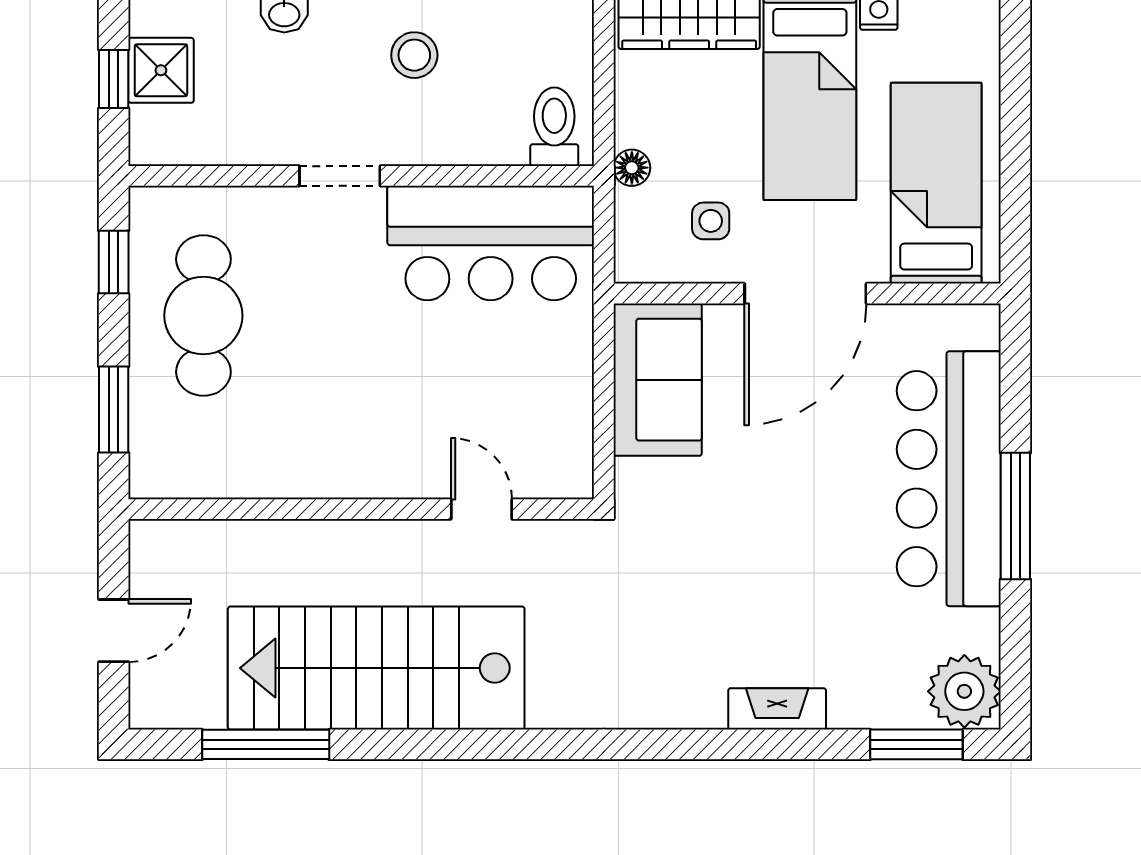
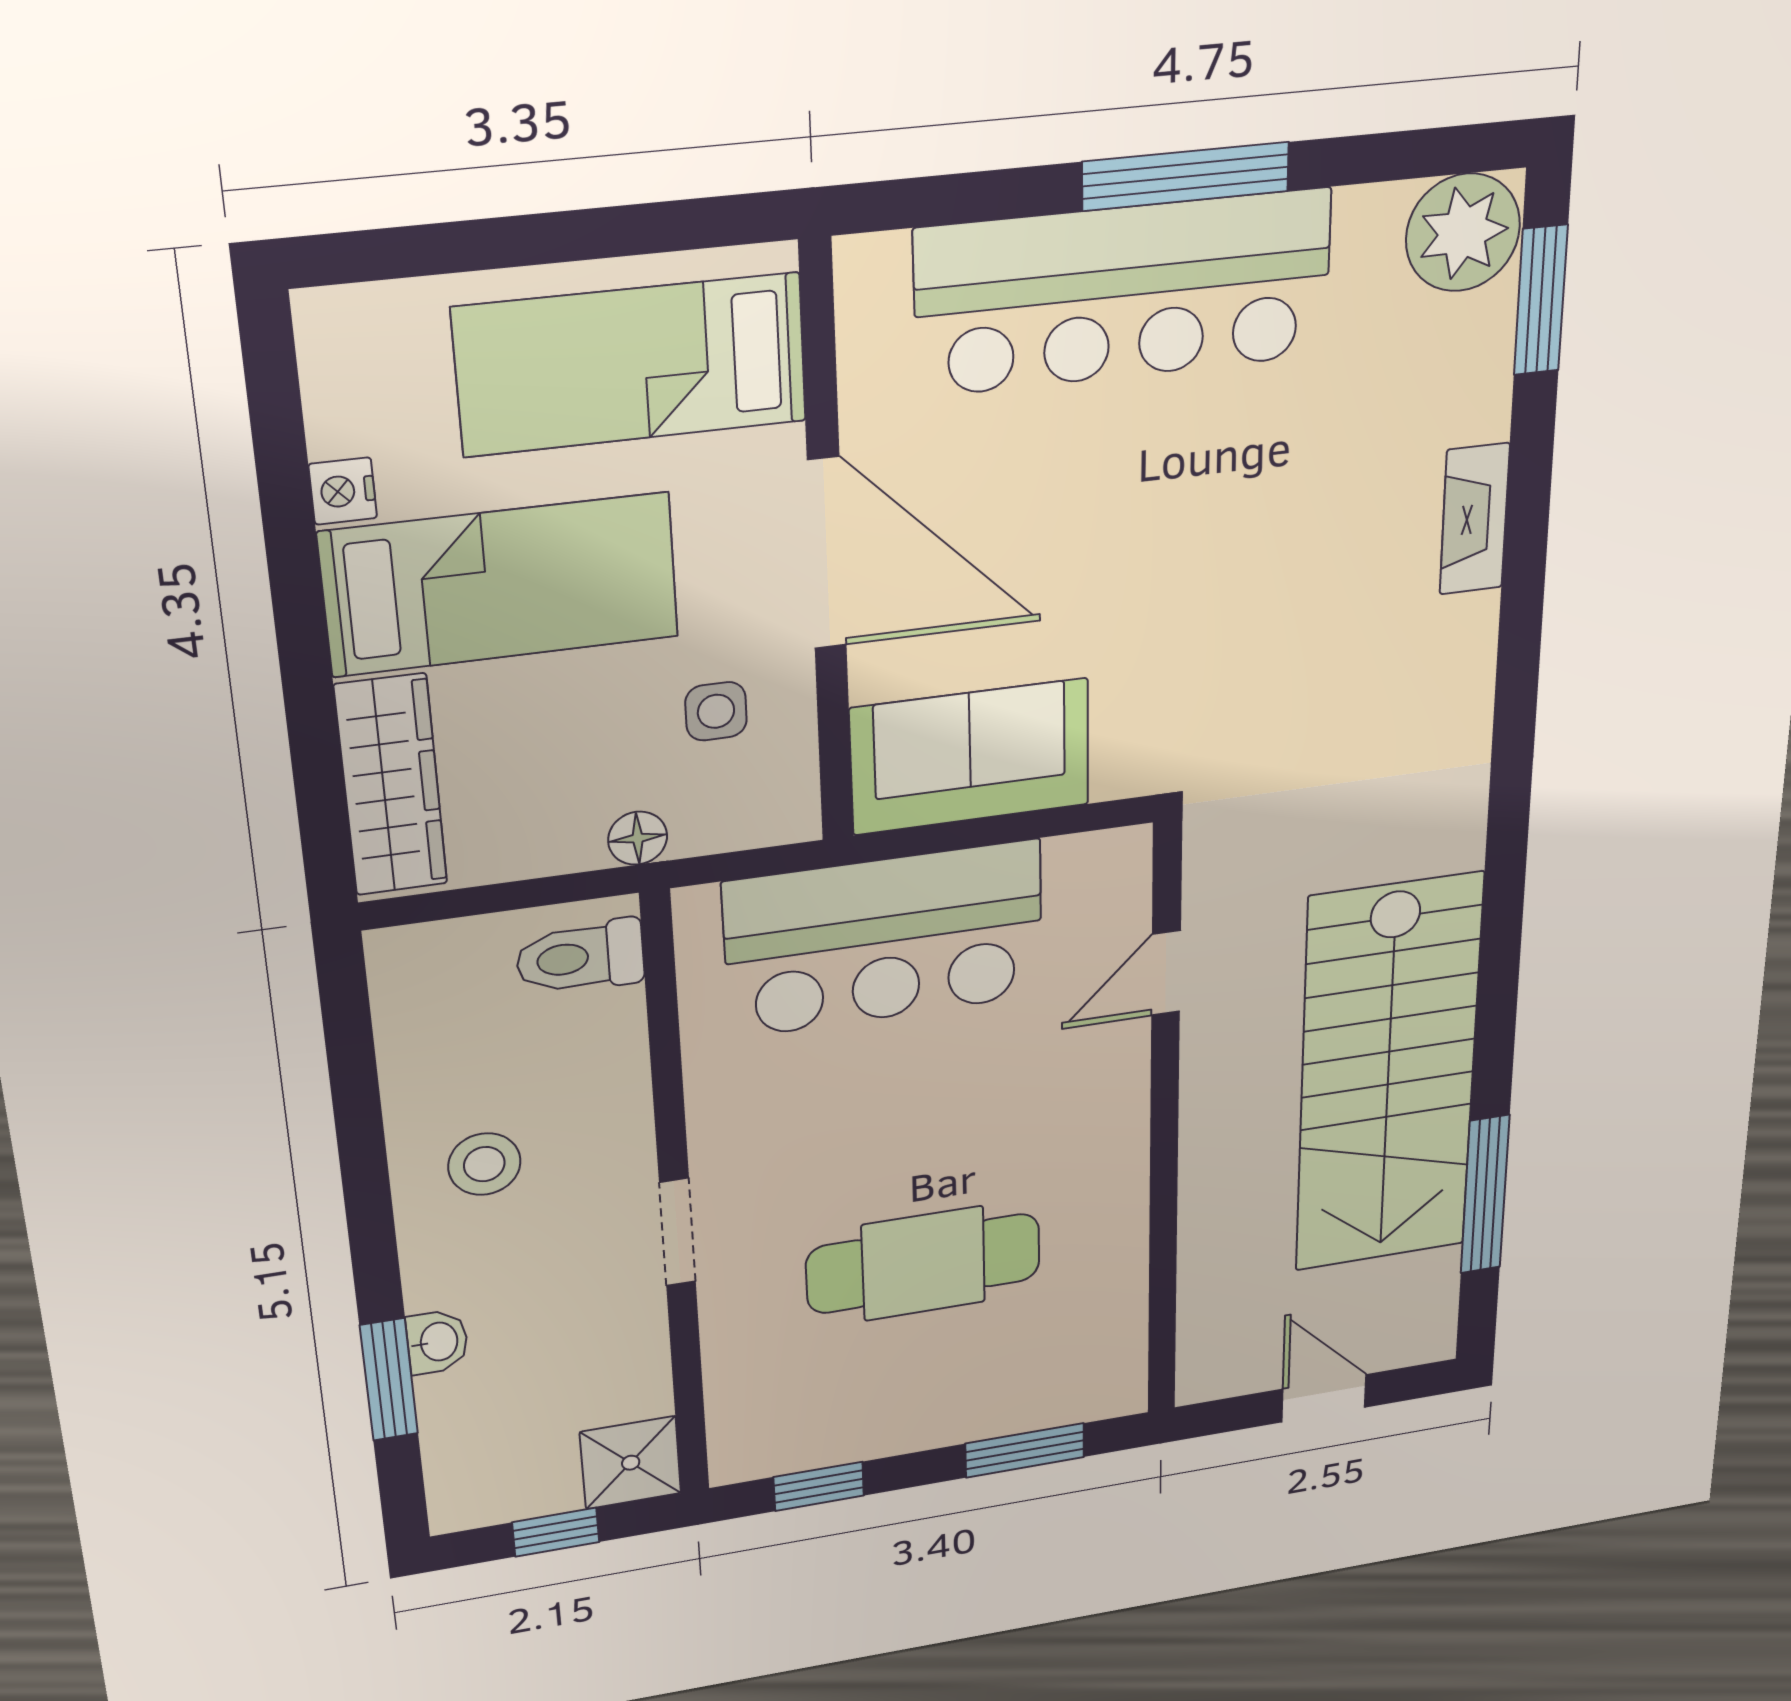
shower: (161, 70) -> (631, 1463), moved
bar counter: (491, 243) -> (884, 939), moved, turned 90
cafe table: (203, 316) -> (923, 1263), moved

